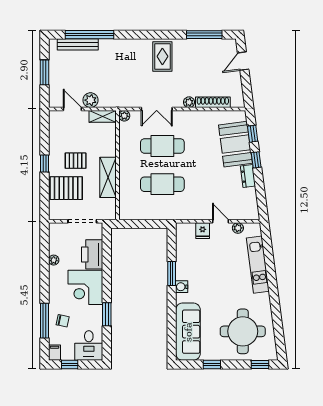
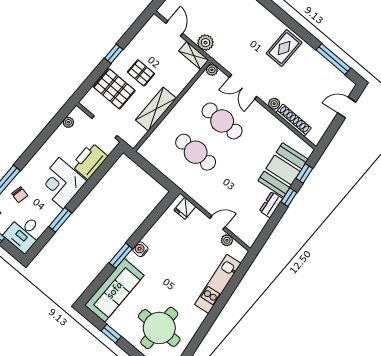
plant: (90, 100) -> (205, 43), moved
door: (221, 221) -> (217, 223), hinge flipped
fridge: (203, 231) -> (185, 208), moved
plant: (54, 260) -> (68, 122), moved
window: (172, 273) -> (121, 256), moved

